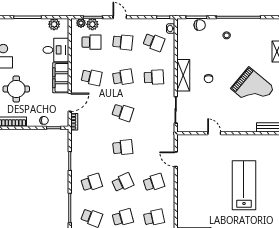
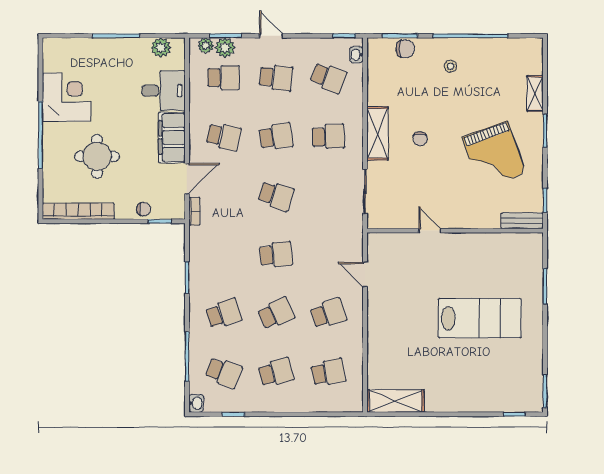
grand piano: (253, 88) -> (494, 155), turned 30
lab bench: (244, 185) -> (480, 318), turned 90

